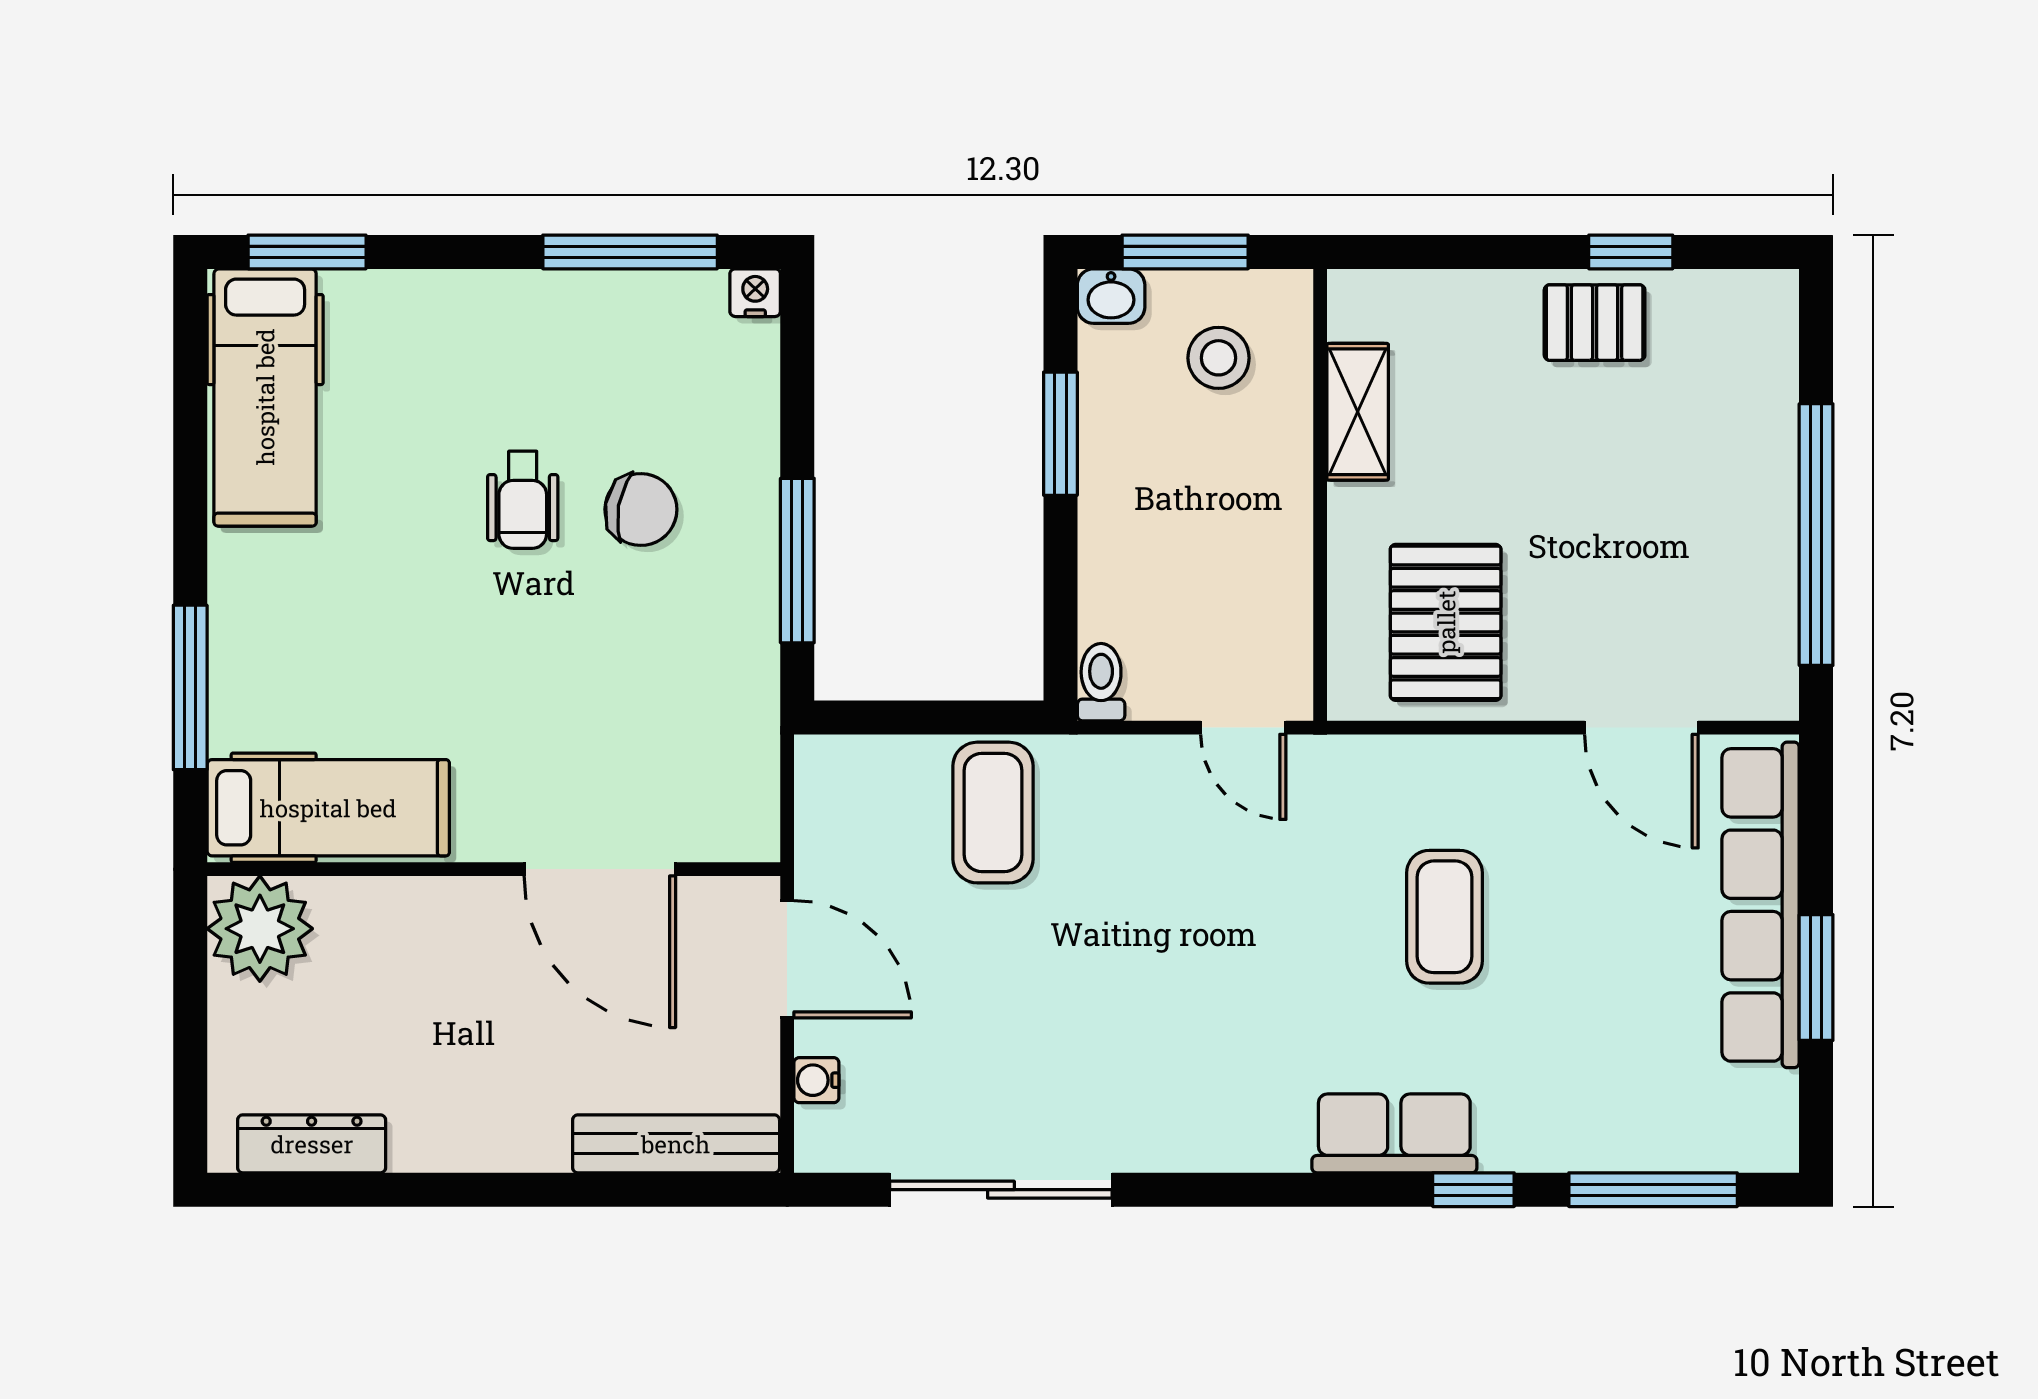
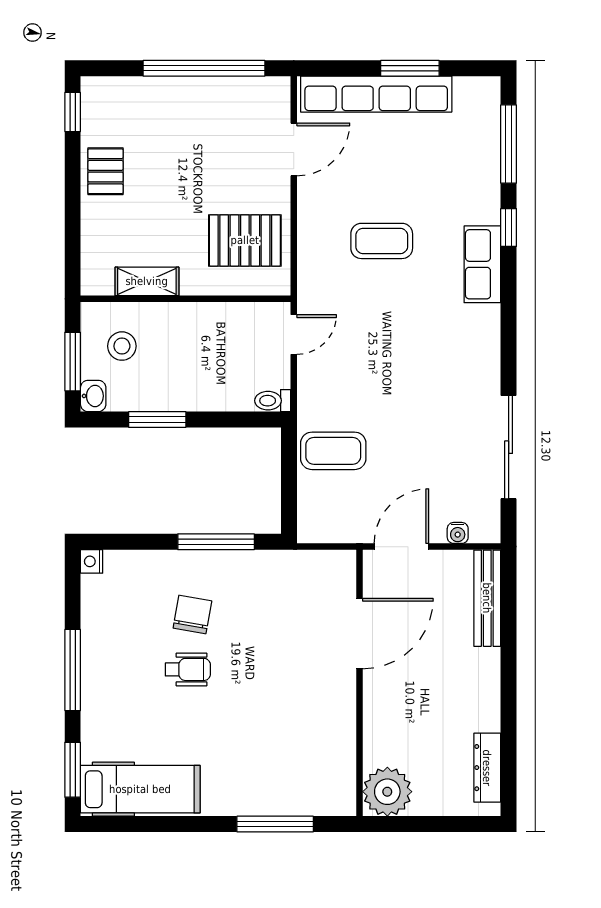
window: (630, 252) -> (73, 670), moved
window: (1631, 252) -> (73, 112), moved
hospital bed: (328, 808) -> (331, 760), removed

